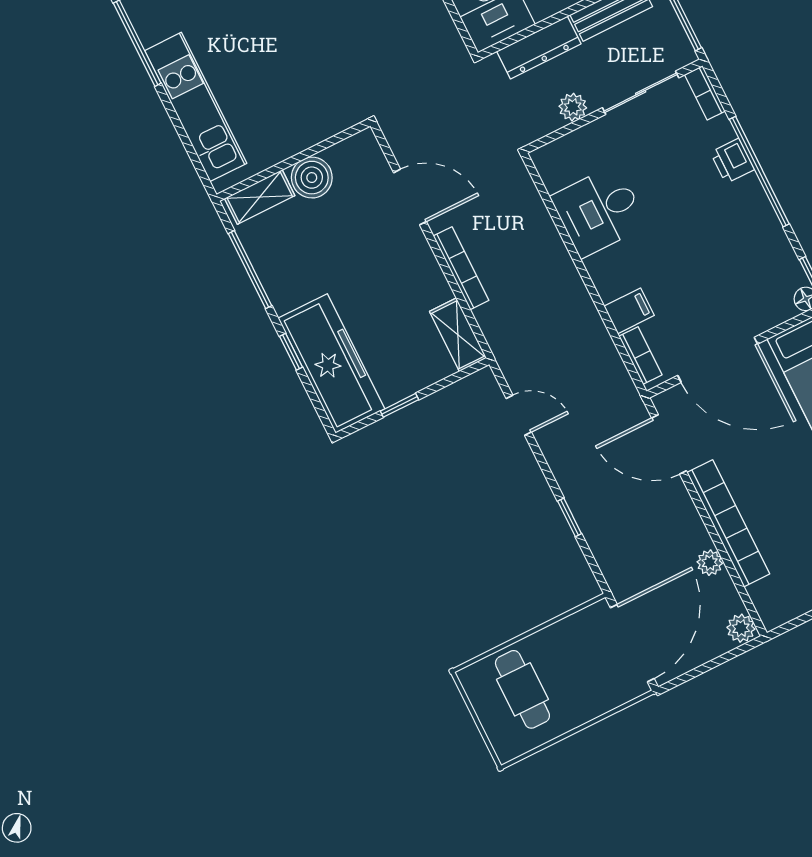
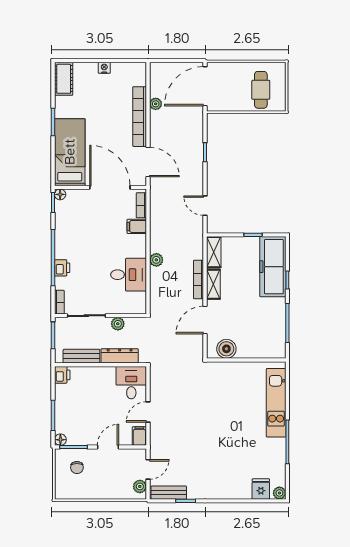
boiler: (312, 178) -> (226, 349), moved
shelving: (260, 197) -> (213, 284), moved, turned 90
door: (410, 197) -> (205, 320), hinge flipped
plant: (741, 628) -> (156, 260), moved

